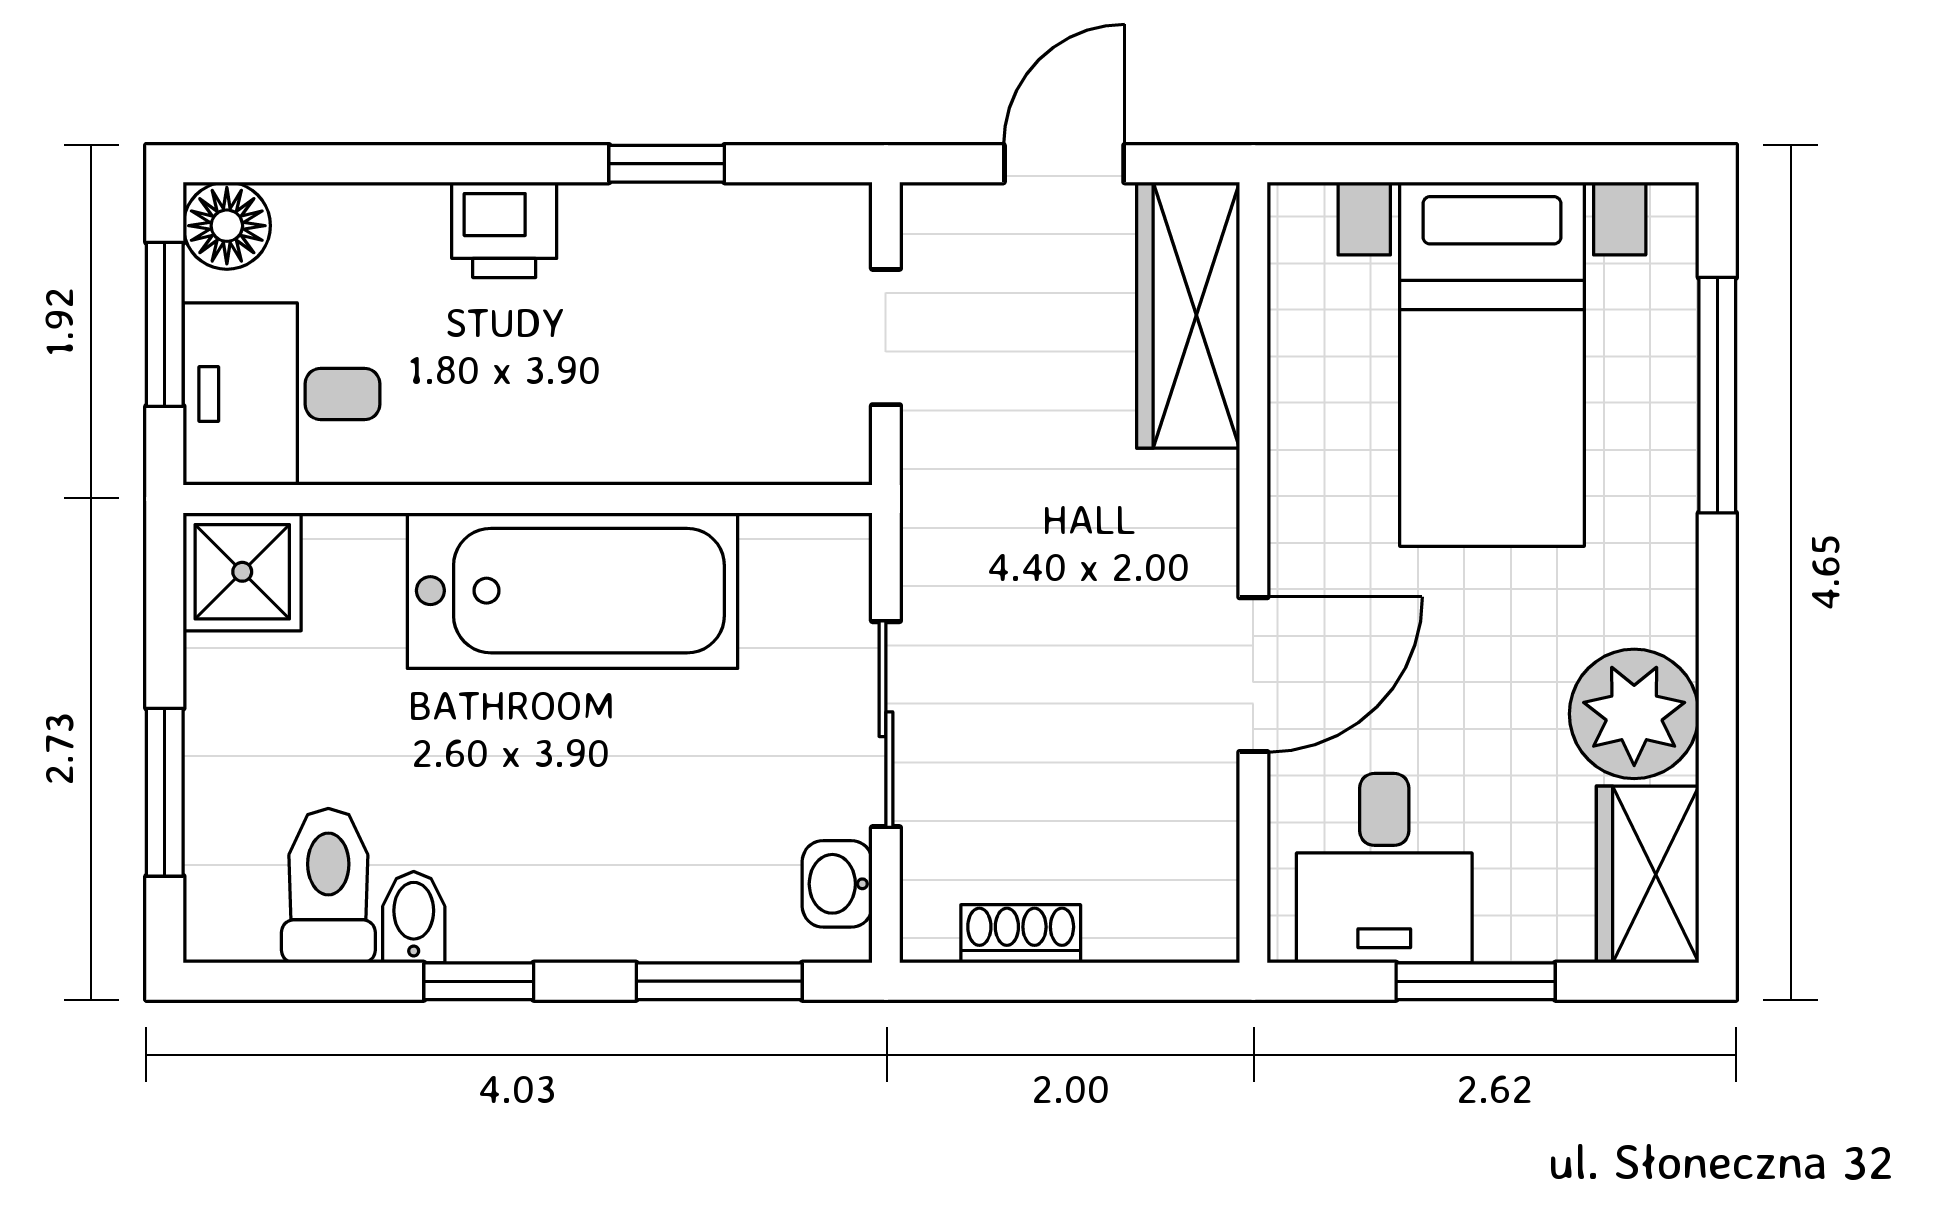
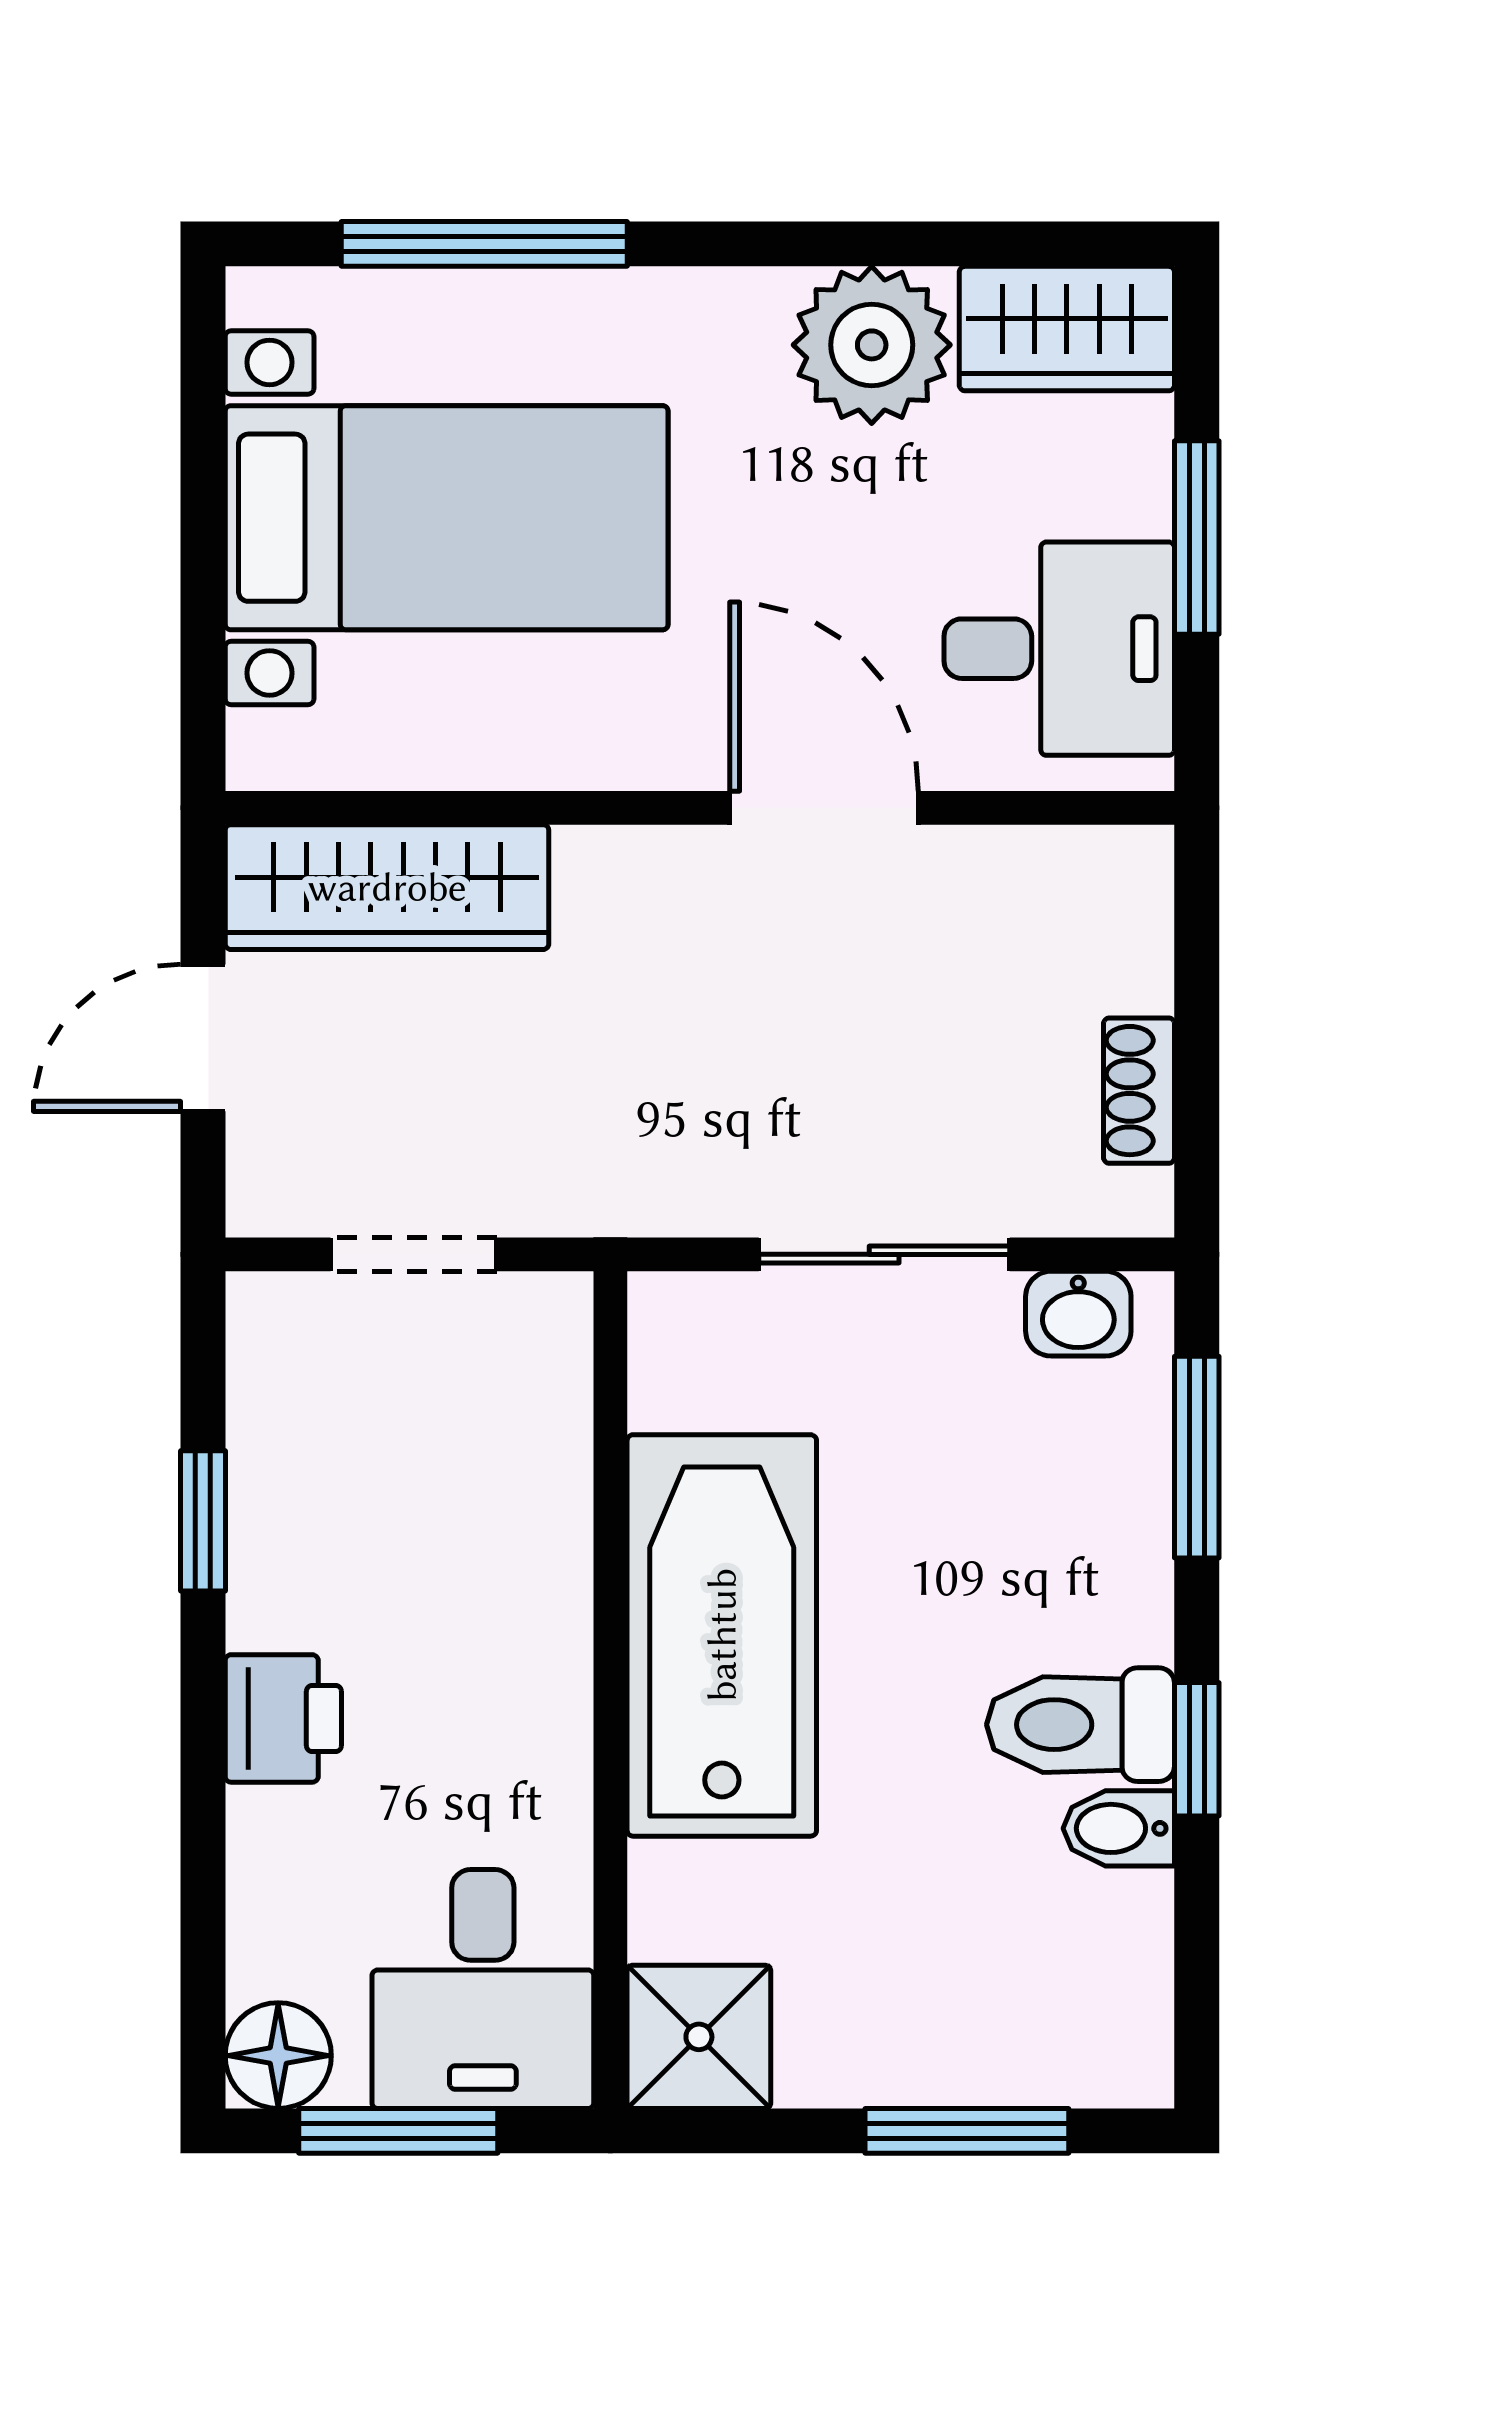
door: (1064, 164) -> (203, 1038), hinge flipped
toilet: (328, 886) -> (1080, 1725), moved

